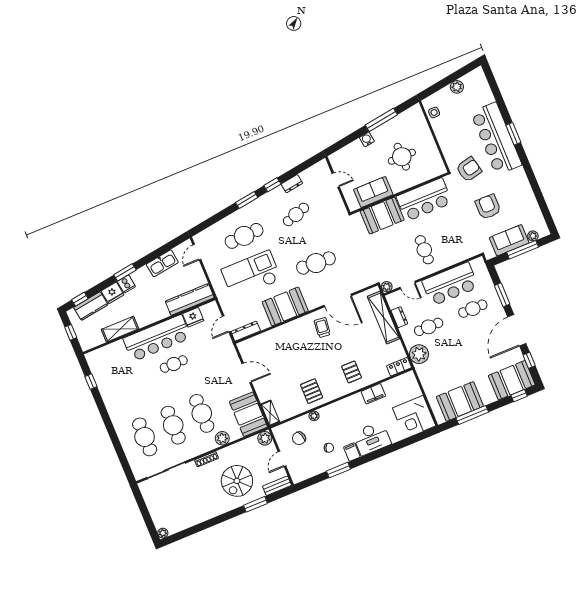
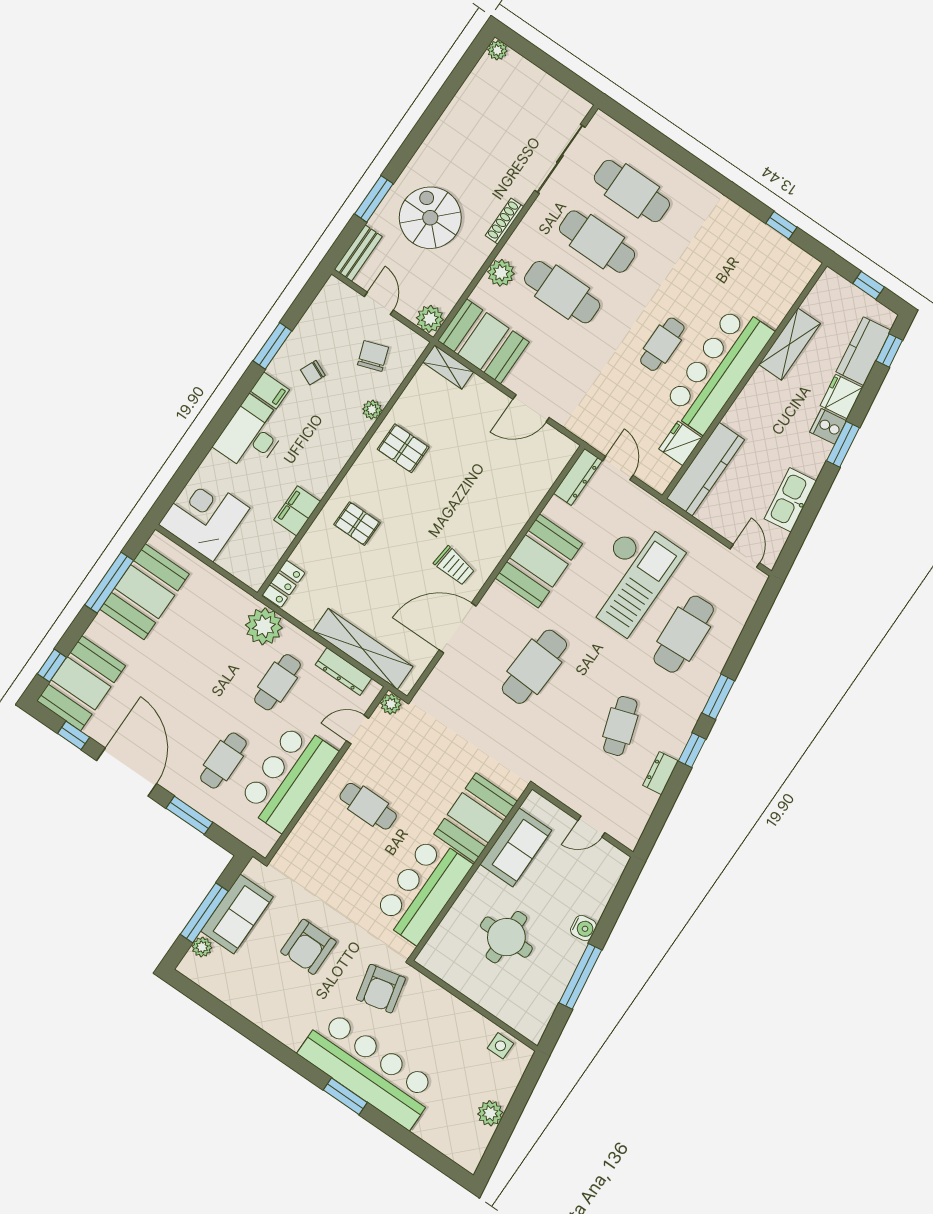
armchair: (488, 207) -> (308, 947), turned 90
dresser: (399, 317) -> (344, 671), width x1.44

